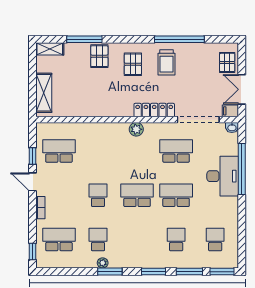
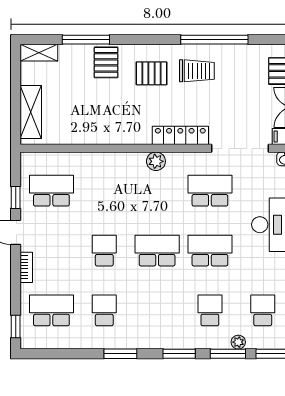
trolley: (167, 62) -> (197, 71), turned -90
pallet: (133, 64) -> (151, 73), turned 90
plant: (103, 263) -> (238, 342), moved

